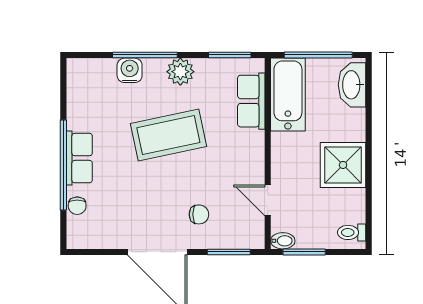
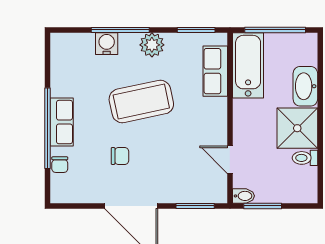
washbasin: (352, 85) -> (305, 86), moved
chair: (199, 214) -> (120, 156), moved
toilet: (352, 232) -> (305, 158), moved

